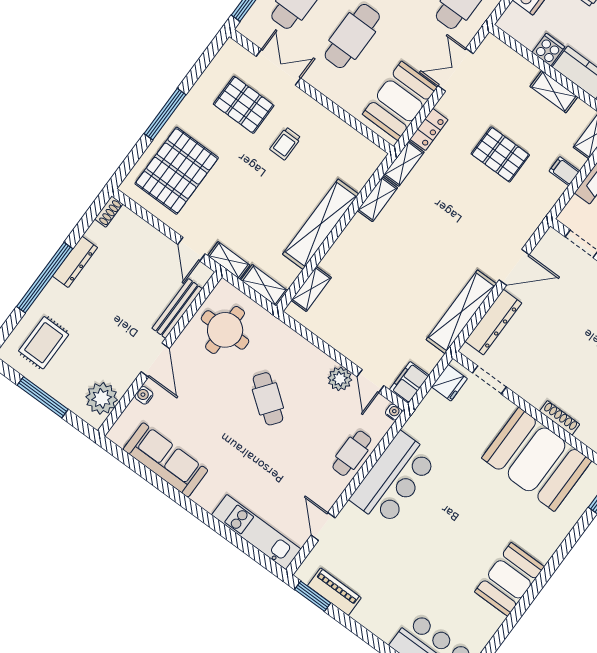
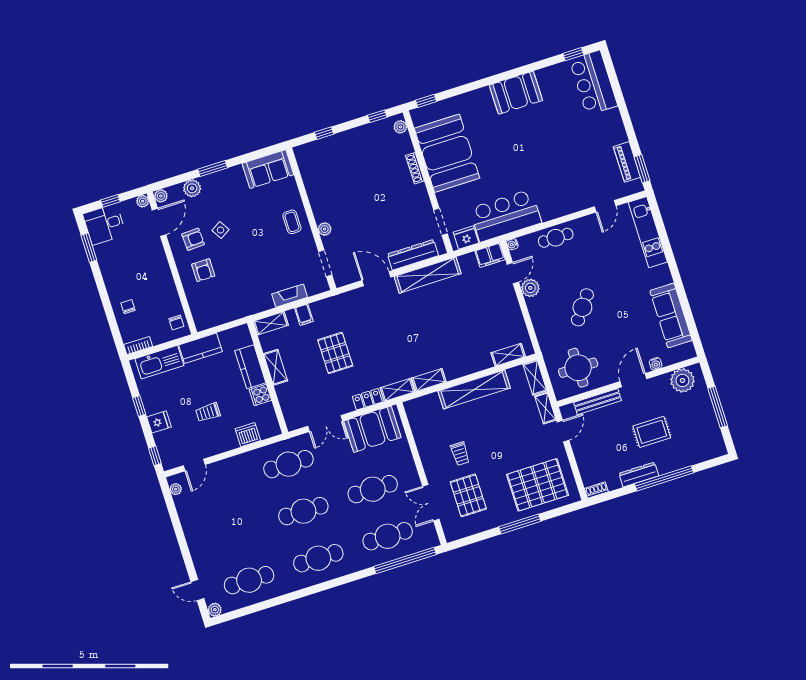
trolley: (285, 144) -> (460, 454), turned 90
rug: (44, 343) -> (652, 432), moved
bar counter: (394, 479) -> (506, 216), moved

